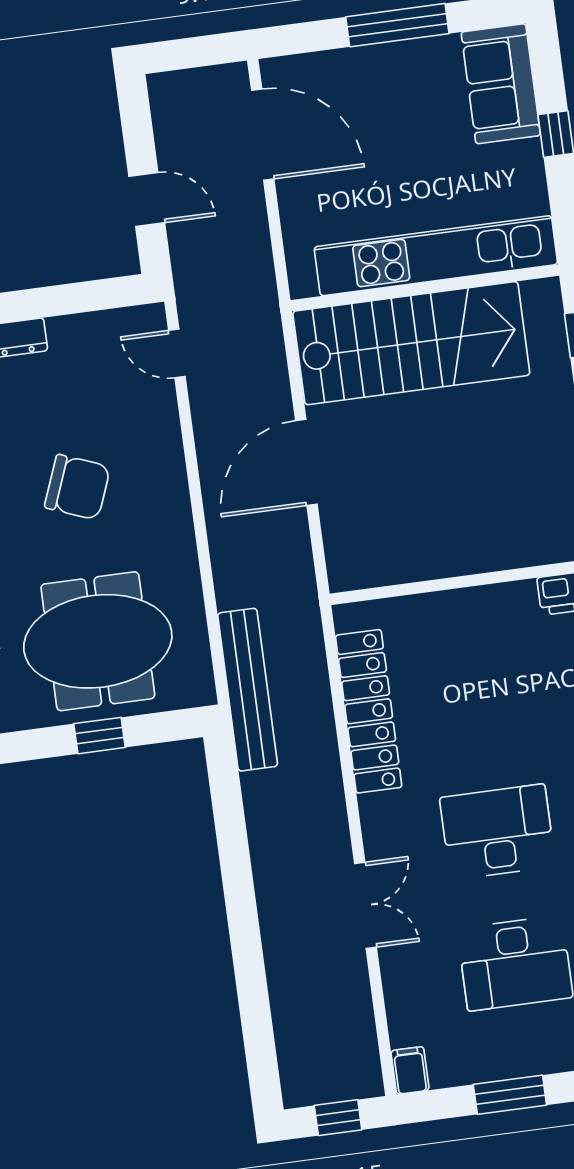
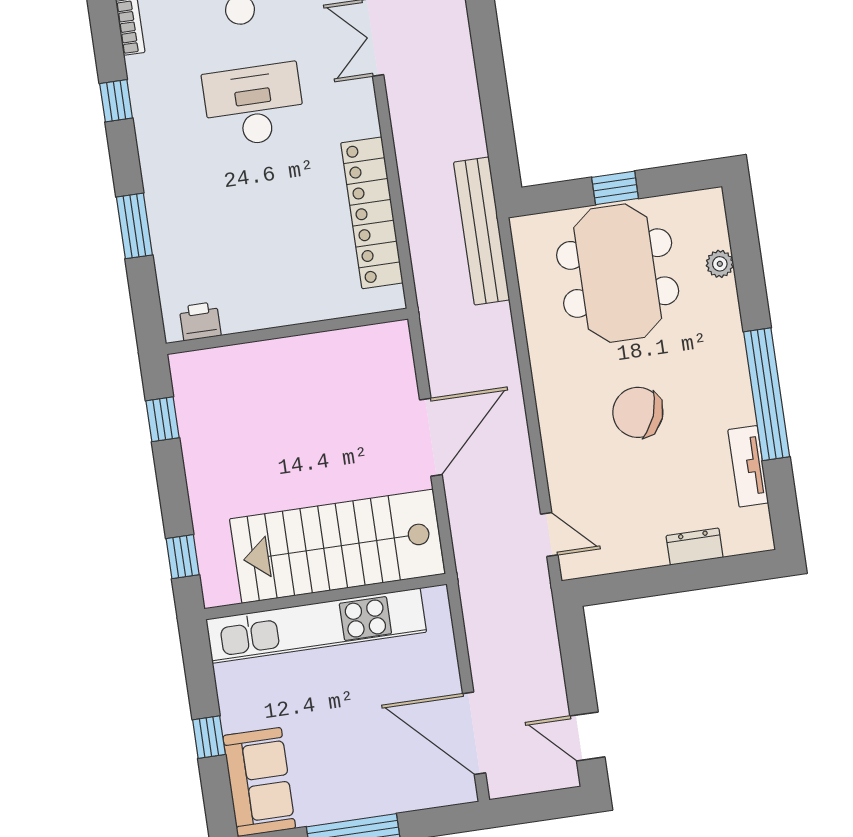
door: (147, 200) -> (587, 736), moved
meeting table: (98, 641) -> (618, 273), turned 90
desk: (498, 832) -> (254, 105), turned 180

